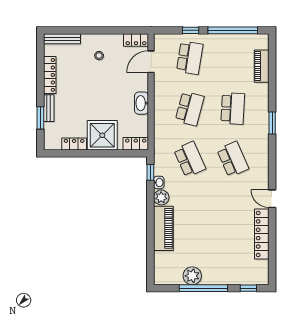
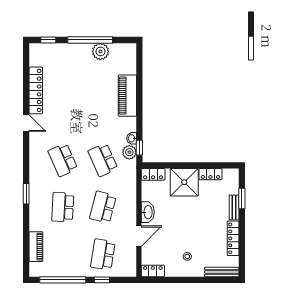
door: (151, 62) -> (139, 236), moved
plant: (161, 197) -> (129, 152), moved

